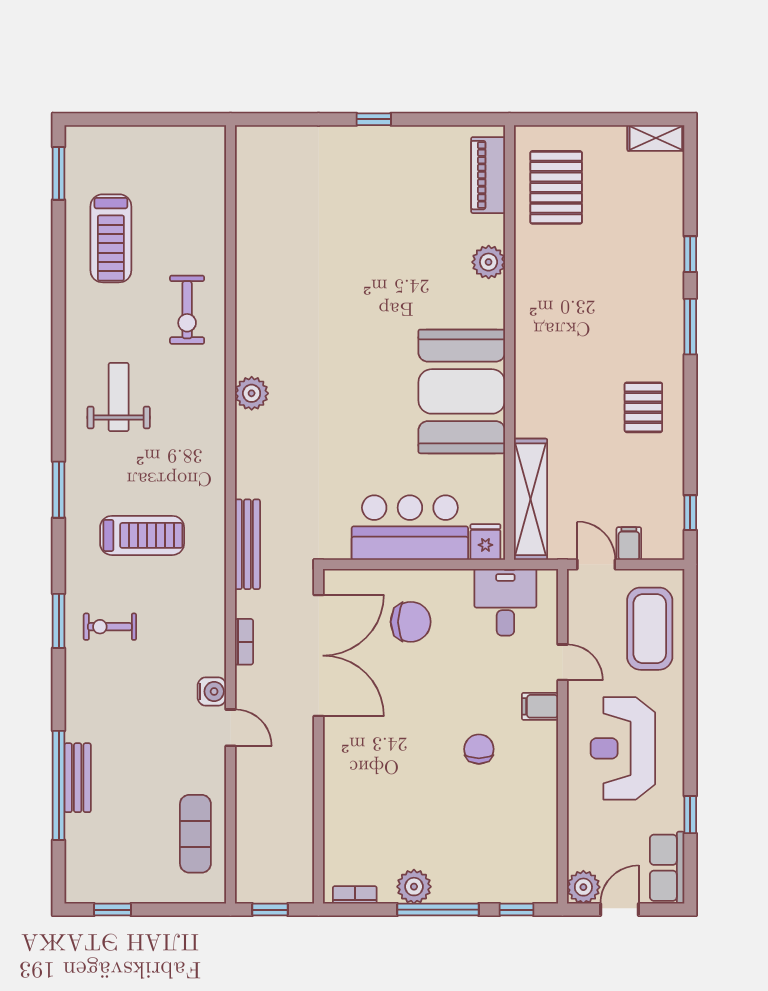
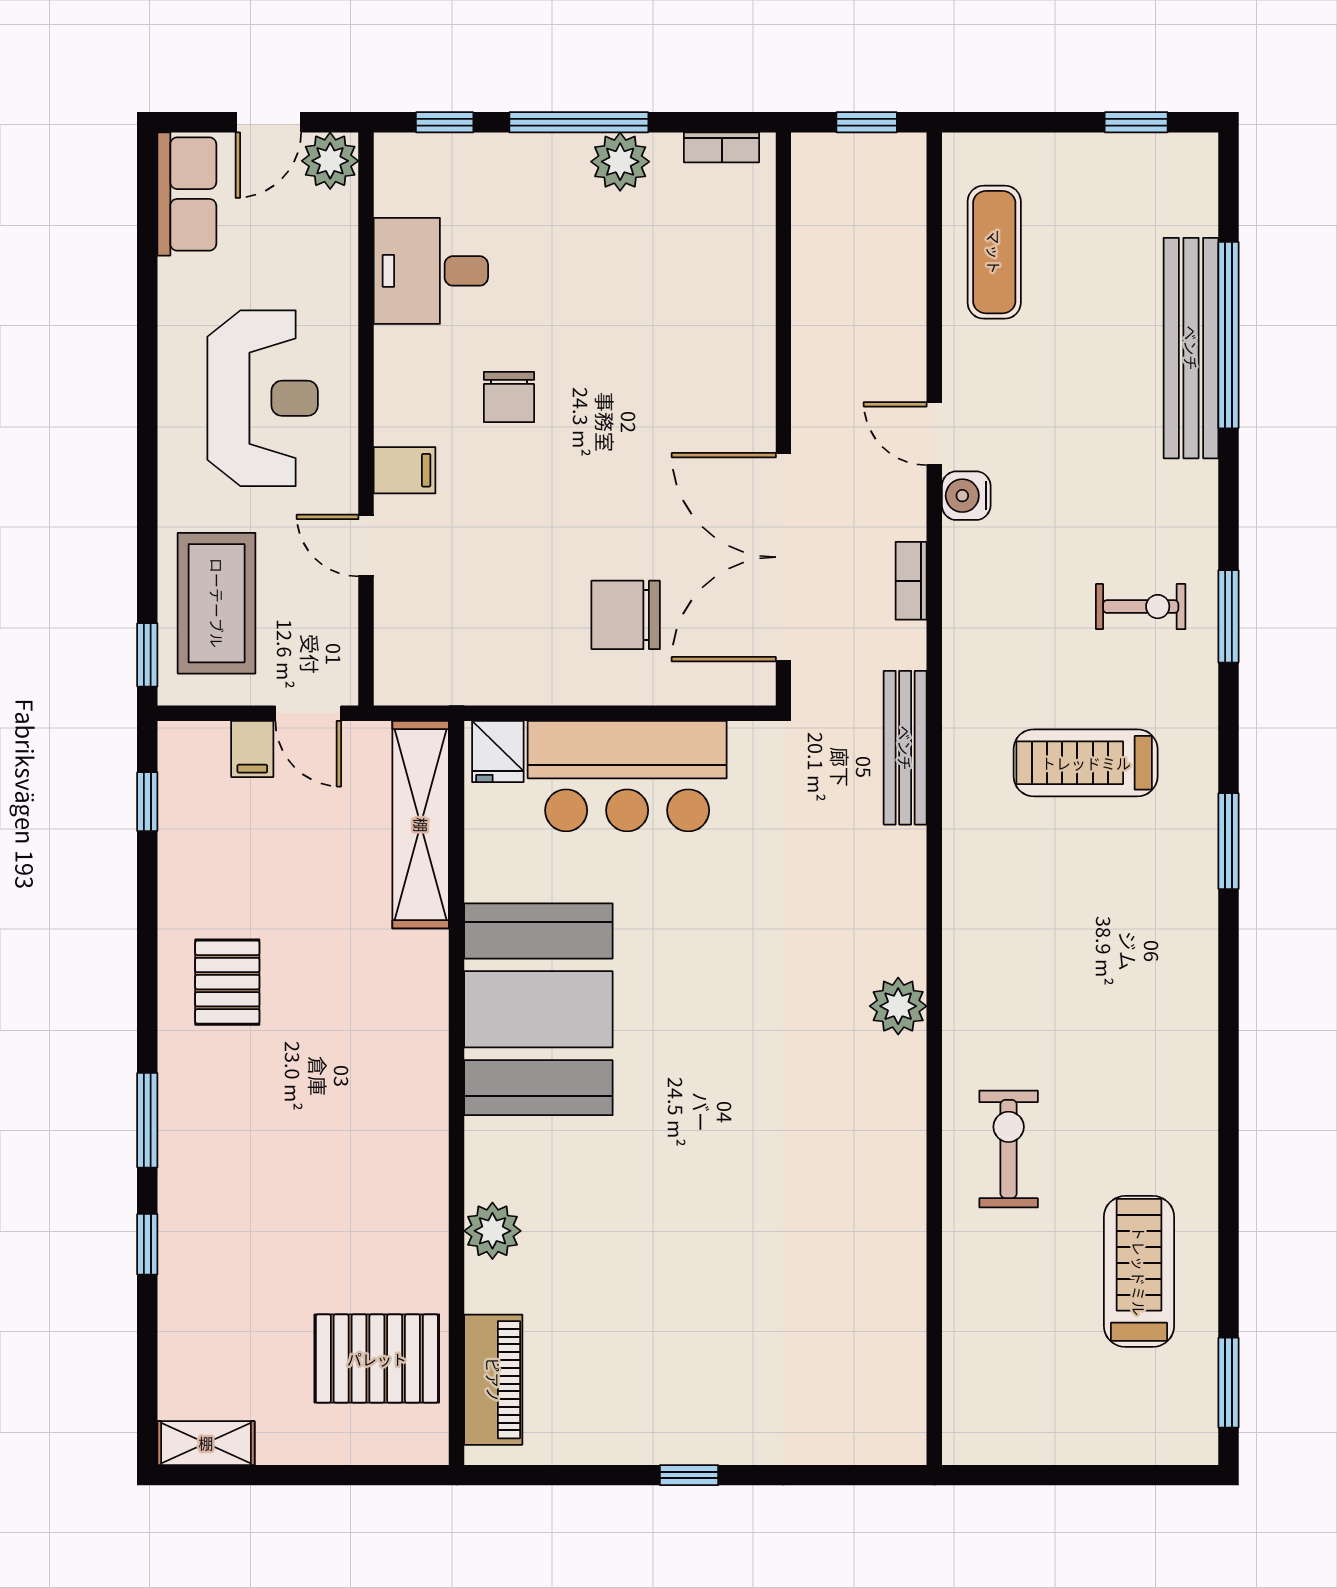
pallet: (556, 187) -> (377, 1359), turned 90
weight bench: (119, 397) -> (1126, 1000), removed
desk: (505, 602) -> (431, 271), moved, turned 90
bench: (78, 778) -> (1191, 348), width x1.86, depth x1.21
window: (690, 815) -> (147, 655), moved

